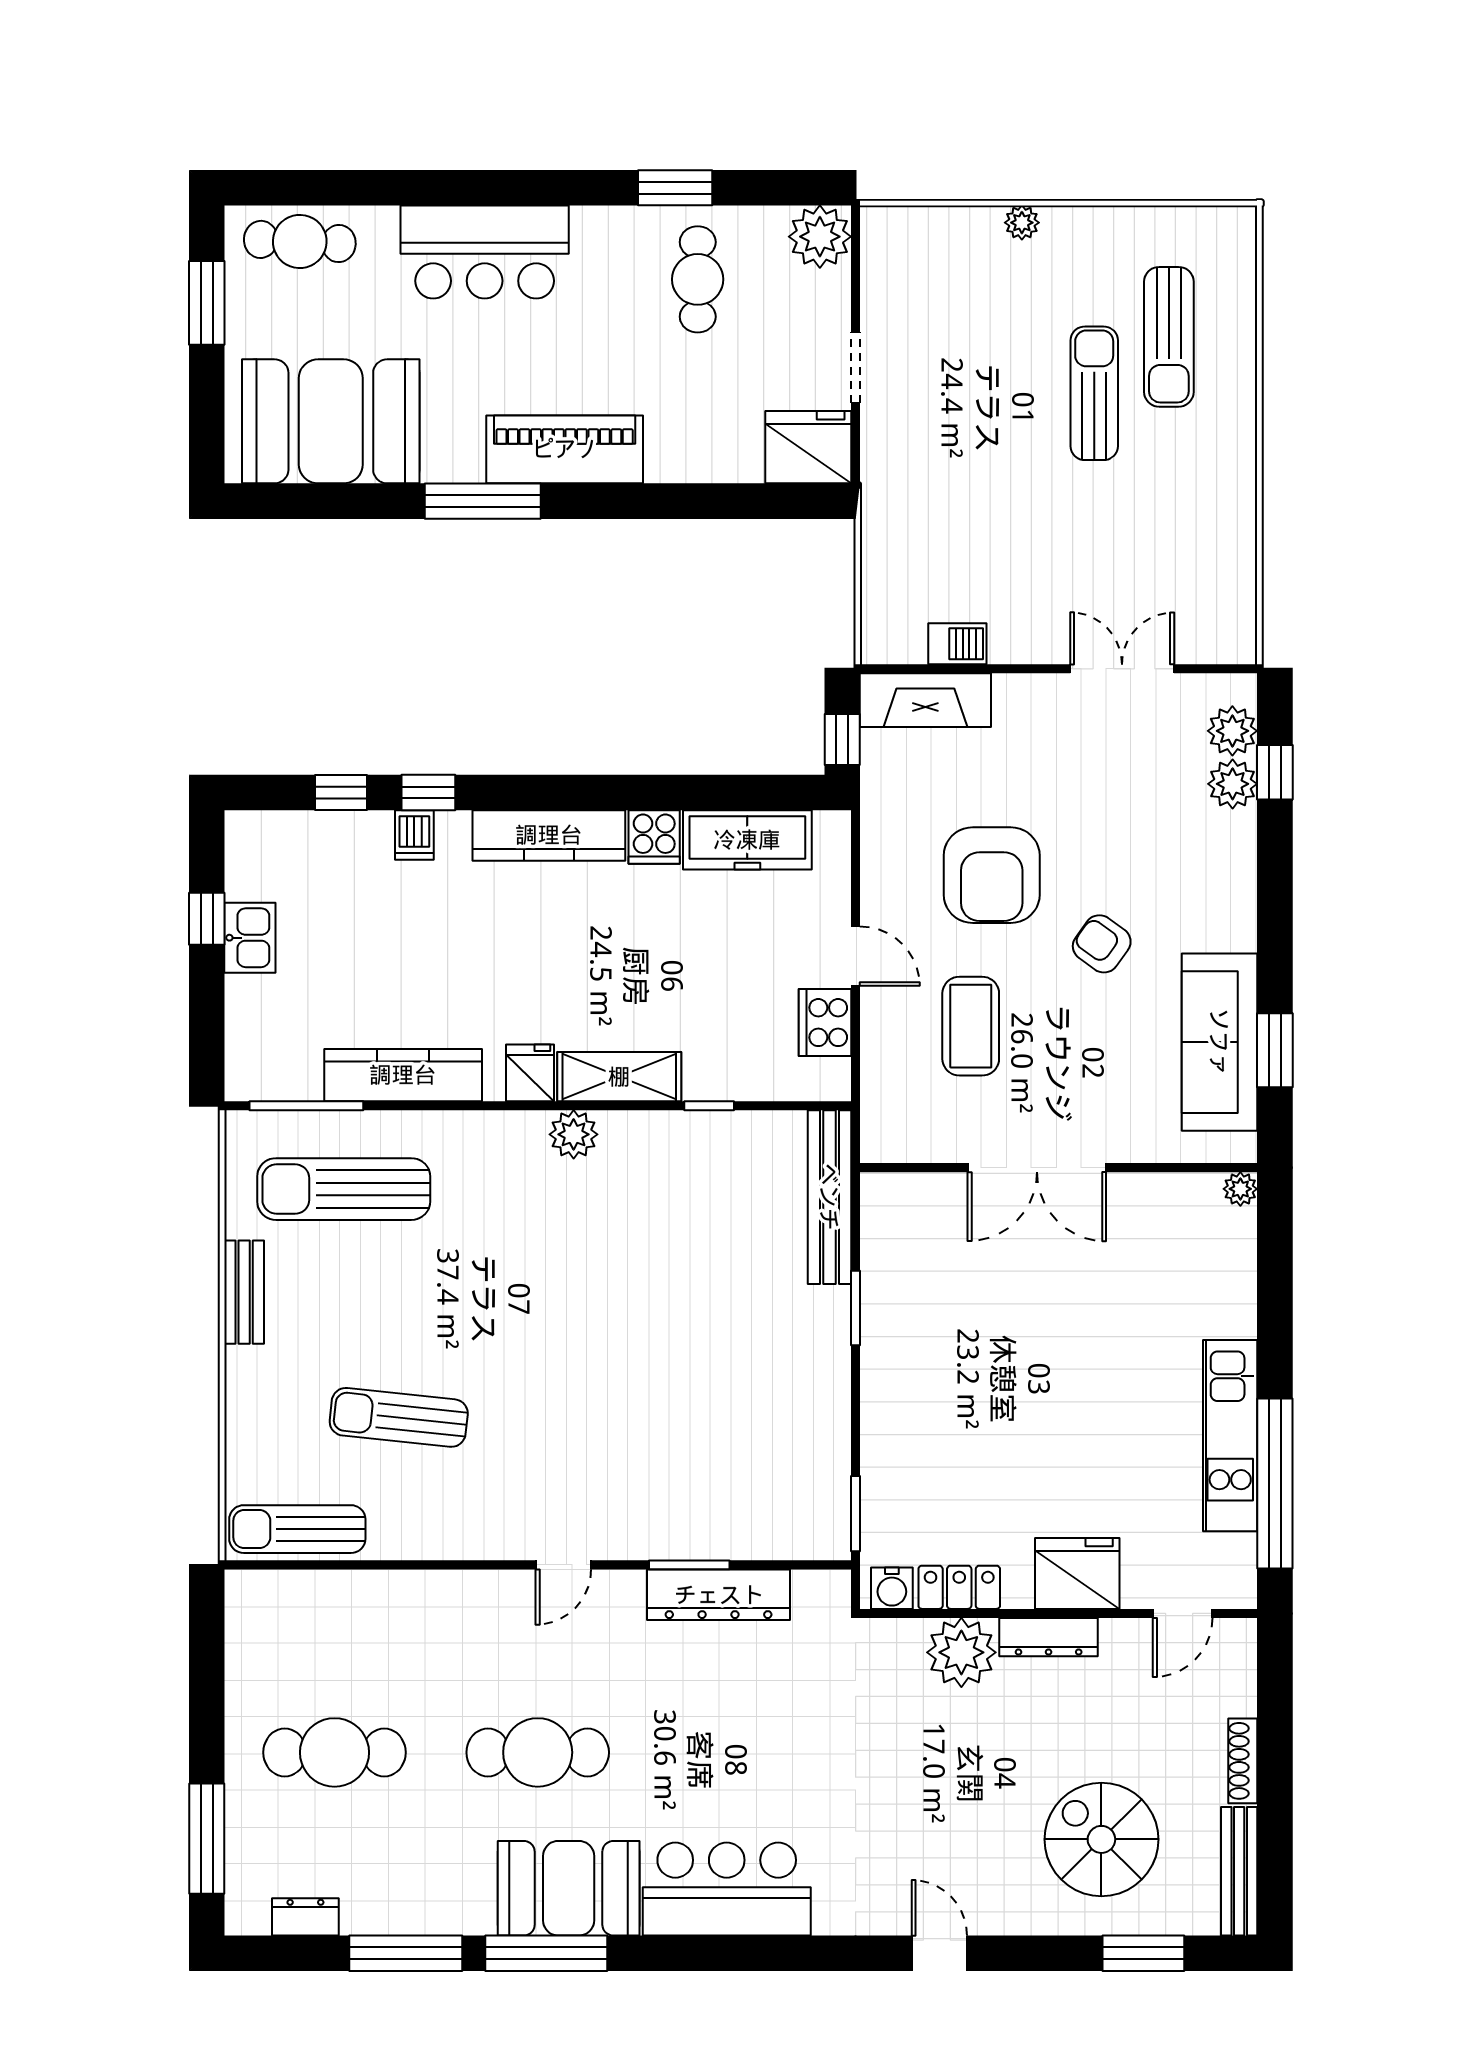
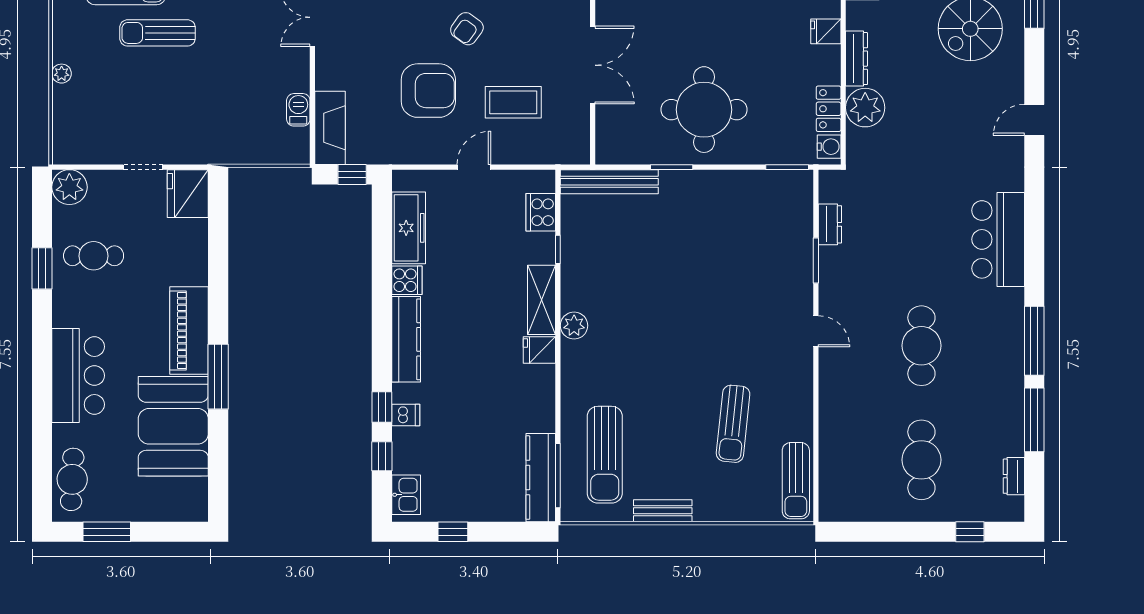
booth: (331, 421) -> (173, 426), moved
kitchen sink: (250, 938) -> (406, 495), moved, turned 90
cooker: (825, 1023) -> (541, 212), moved, turned 90
kitchen counter: (403, 1075) -> (541, 478), moved
round table: (958, 1366) -> (704, 110), added
fridge: (1077, 1573) -> (826, 31), width x0.53, depth x0.75
dresser: (719, 1595) -> (830, 224), width x0.51, depth x0.80
window: (207, 1839) -> (970, 532), width x0.46
booth: (569, 1888) -> (998, 328), removed

